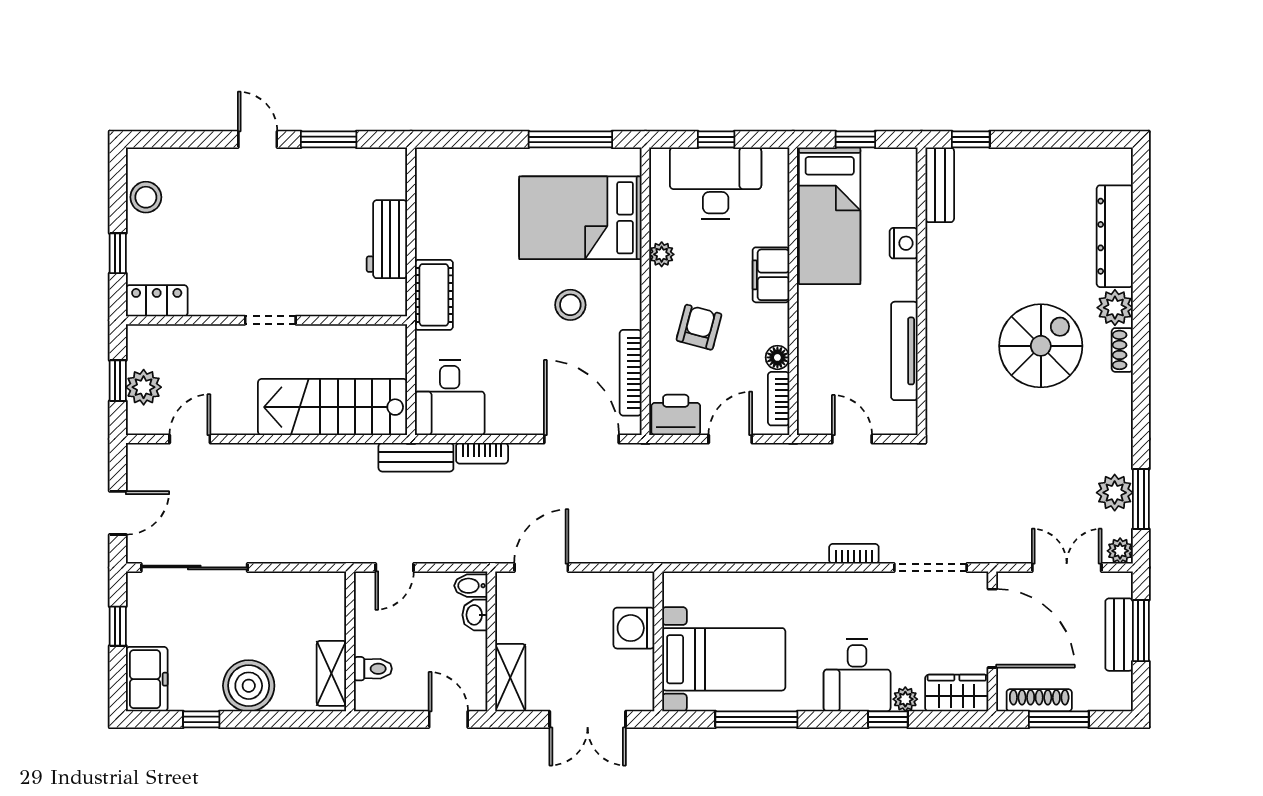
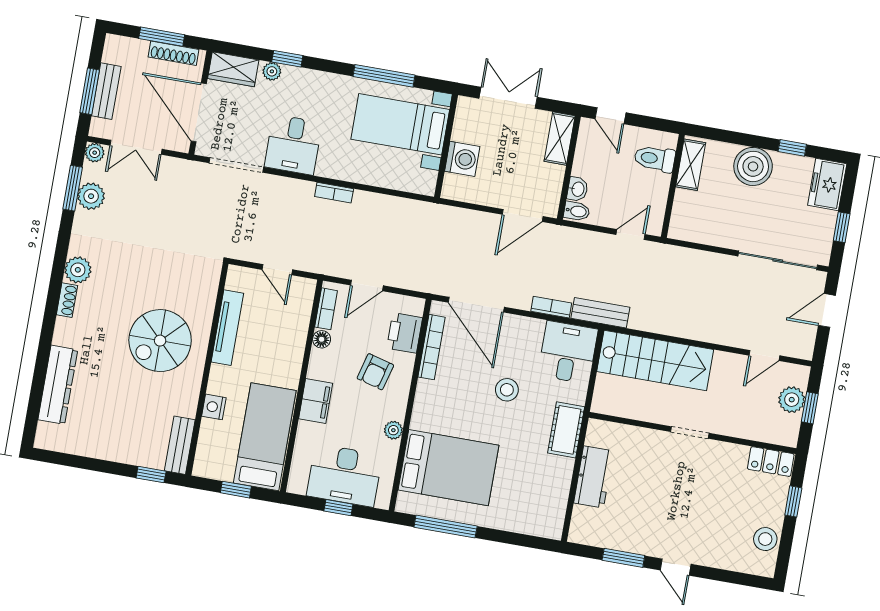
stool: (570, 305) -> (507, 390), moved
plant: (1115, 308) -> (78, 270), moved
spiral stairs: (1041, 346) -> (160, 341), moved
printer: (676, 415) -> (405, 333), moved, turned 90
bookcase: (854, 554) -> (334, 193), moved
toilet: (373, 669) -> (655, 159), width x1.37, depth x1.39
desk: (857, 675) -> (293, 145), moved, turned 180

